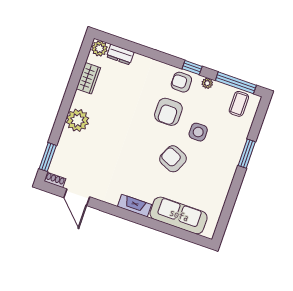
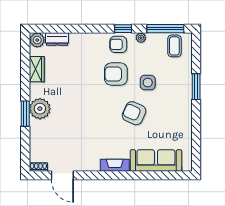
armchair: (168, 112) -> (116, 74), turned 90
window: (48, 157) -> (25, 114), moved

